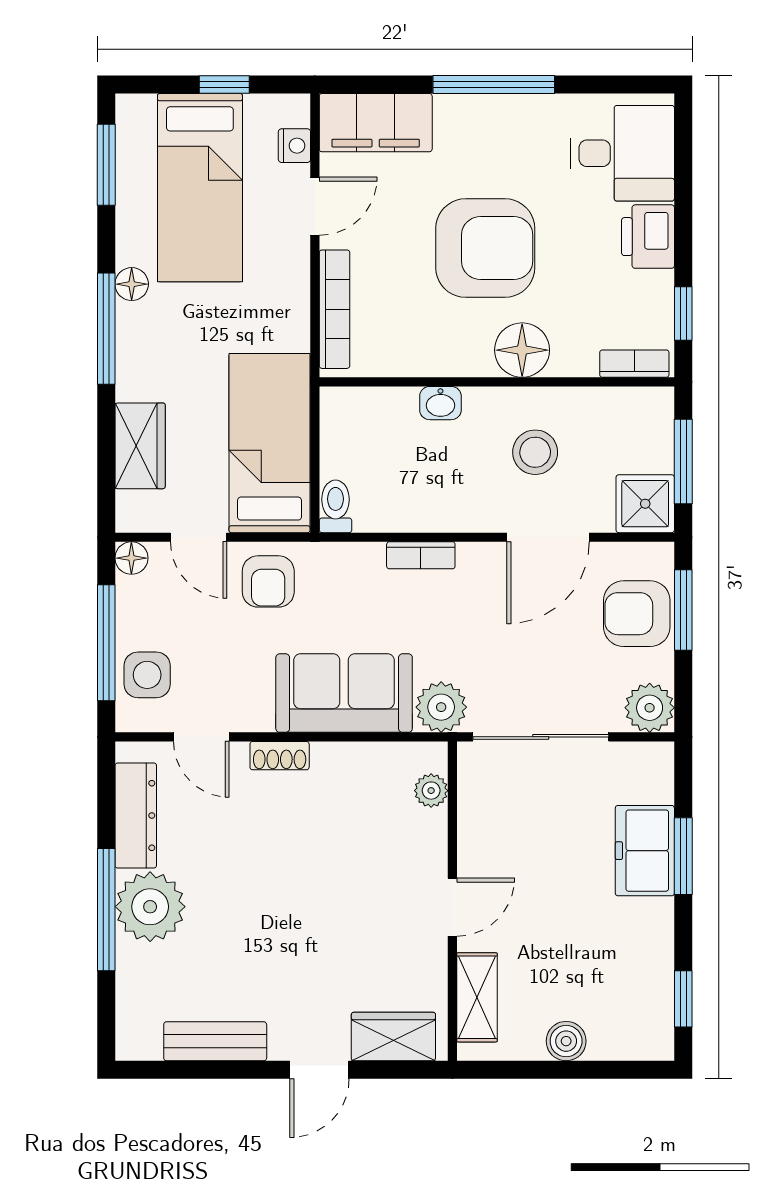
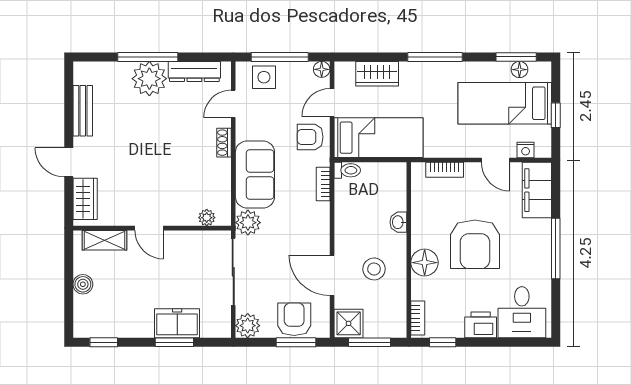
floor lamp: (132, 284) -> (519, 70), moved
bookcase: (334, 309) -> (445, 170), width x0.64
bookcase: (421, 555) -> (323, 184), moved

